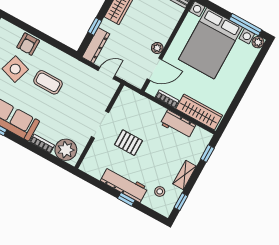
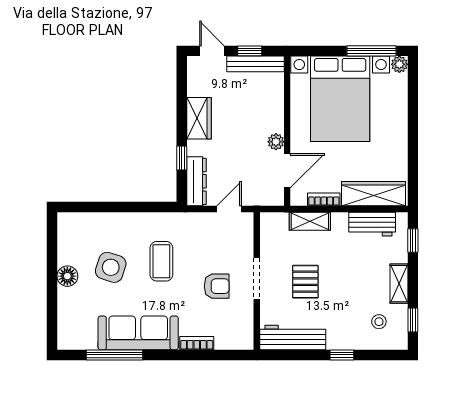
armchair: (28, 44) -> (217, 286), moved, turned -90
coffee table: (48, 82) -> (161, 261), turned 90
shelving: (151, 108) -> (310, 221), added
workbench: (178, 124) -> (372, 224), moved
pallet: (129, 143) -> (305, 282), turned 90
plant: (66, 150) -> (231, 334), removed
workbench: (124, 184) -> (293, 338), moved

